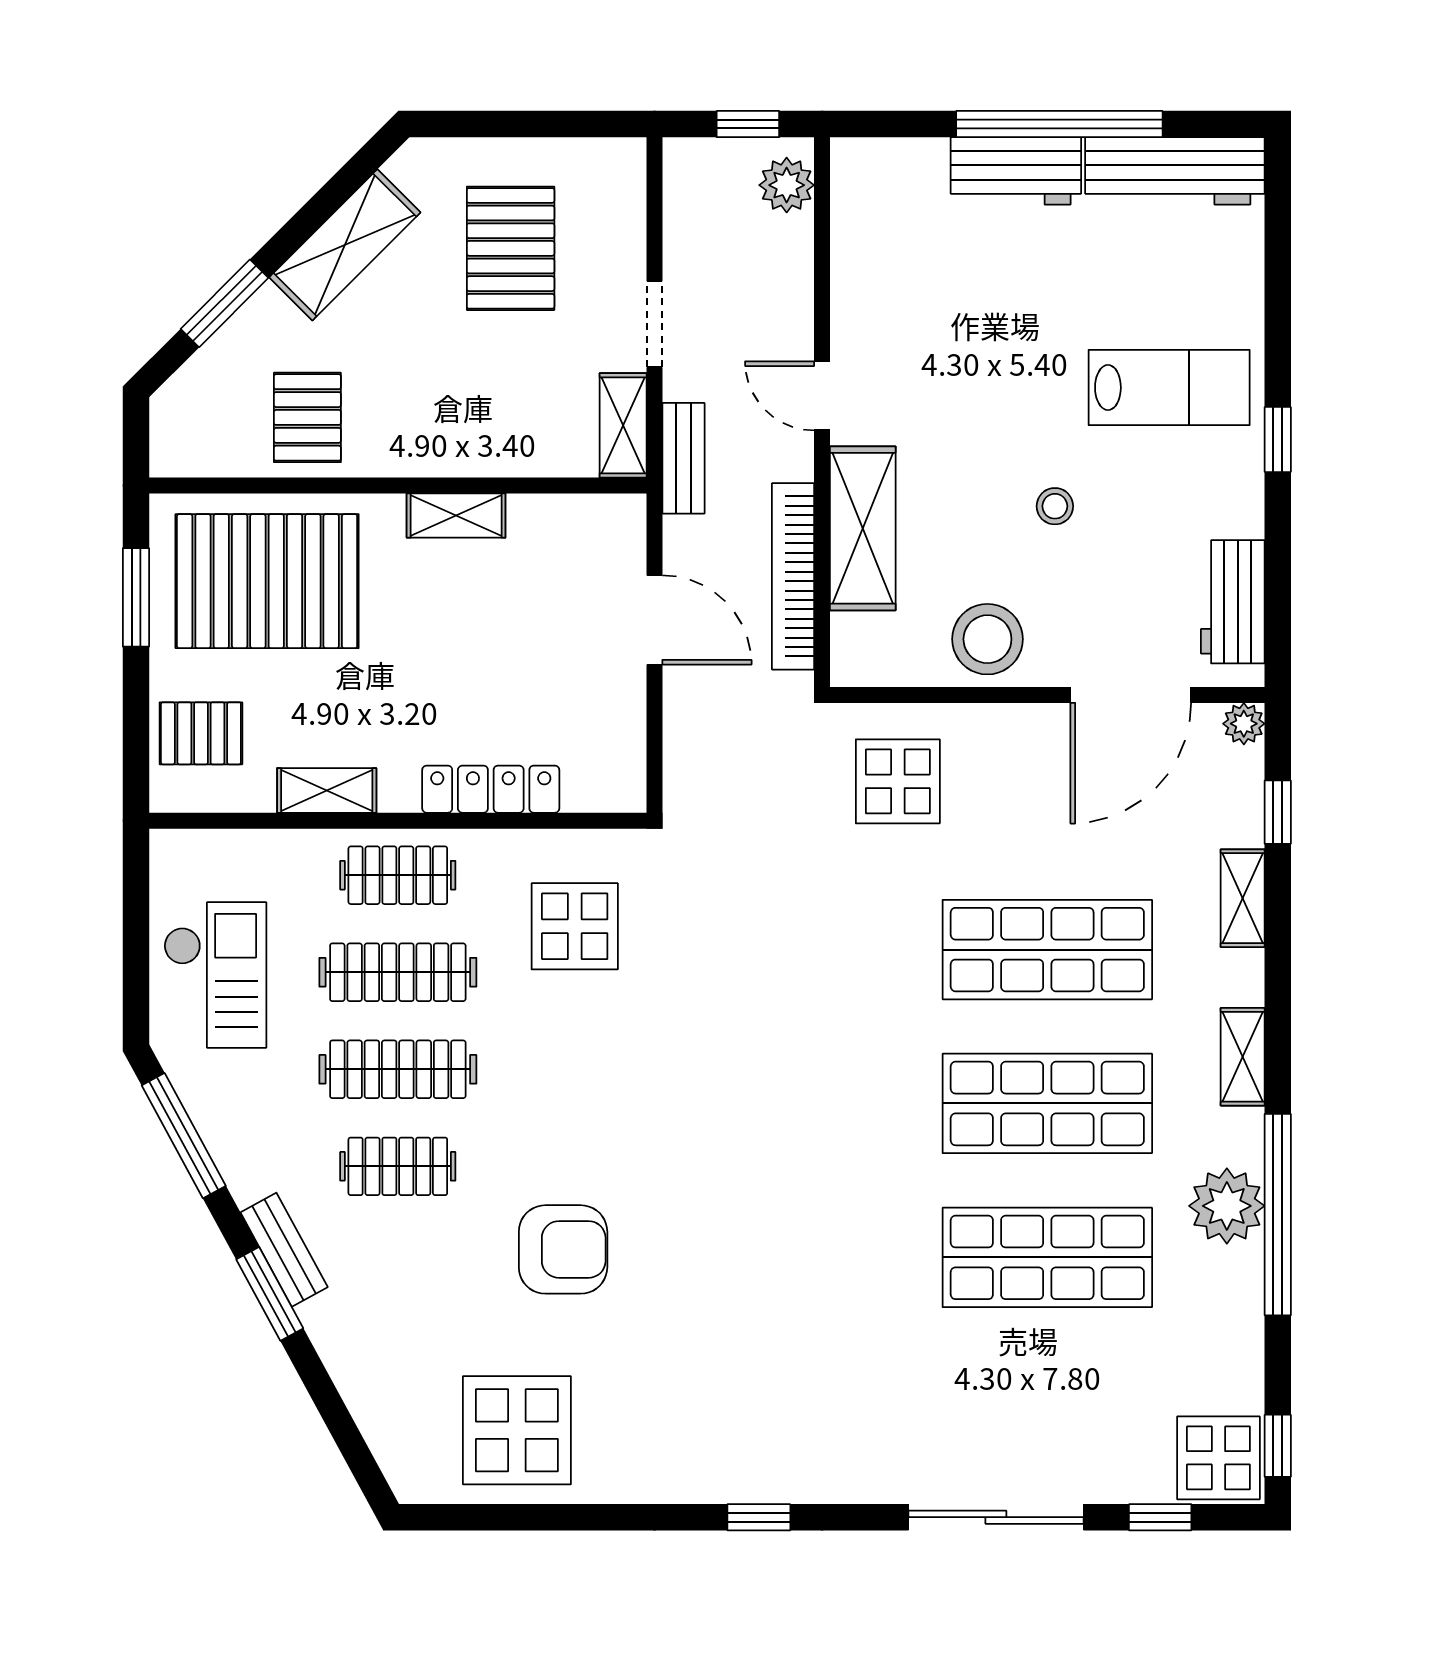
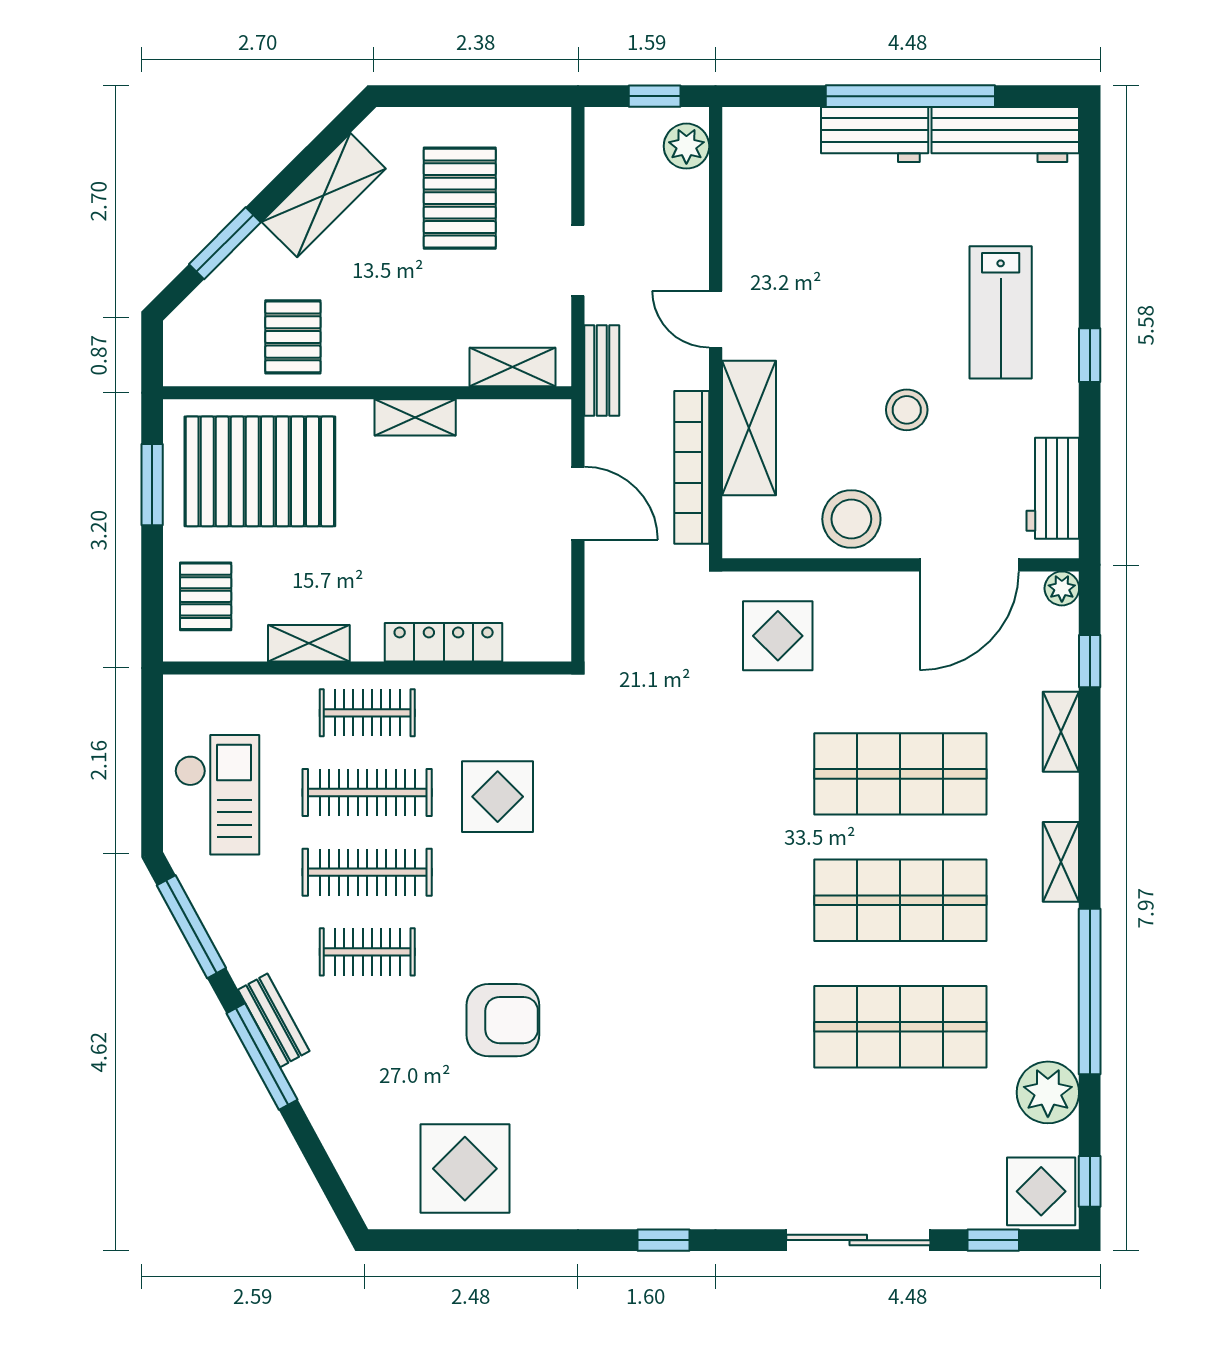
lab bench: (1169, 388) -> (1001, 312), turned 90
shelving: (623, 425) -> (513, 367), moved, turned 90
stool: (1055, 506) -> (907, 410), width x1.37, depth x1.37
pallet: (201, 733) -> (206, 596), turned 90
display table: (575, 926) -> (498, 797), moved
plant: (1227, 1206) -> (1048, 1092), moved
window: (270, 1294) -> (262, 1057), width x1.44

